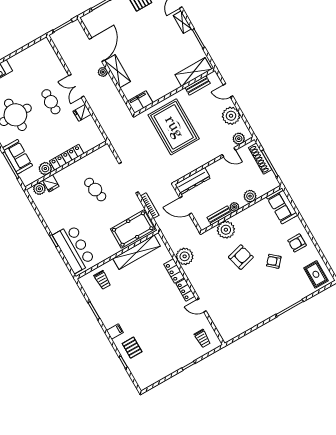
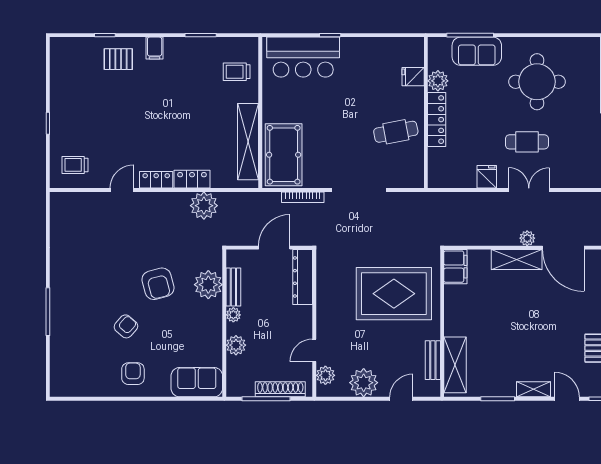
plant: (39, 189) -> (414, 56), removed
cafe table: (95, 190) -> (396, 132), moved
rug: (316, 274) -> (74, 375), removed

